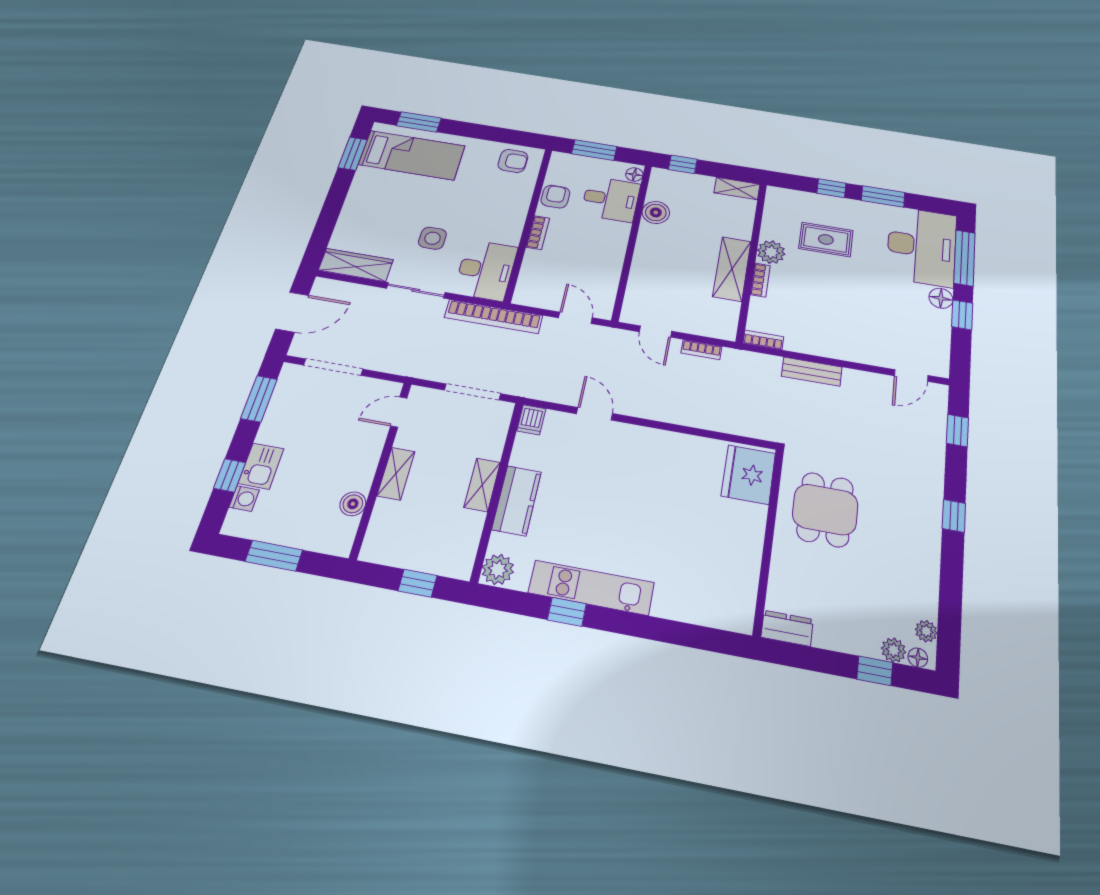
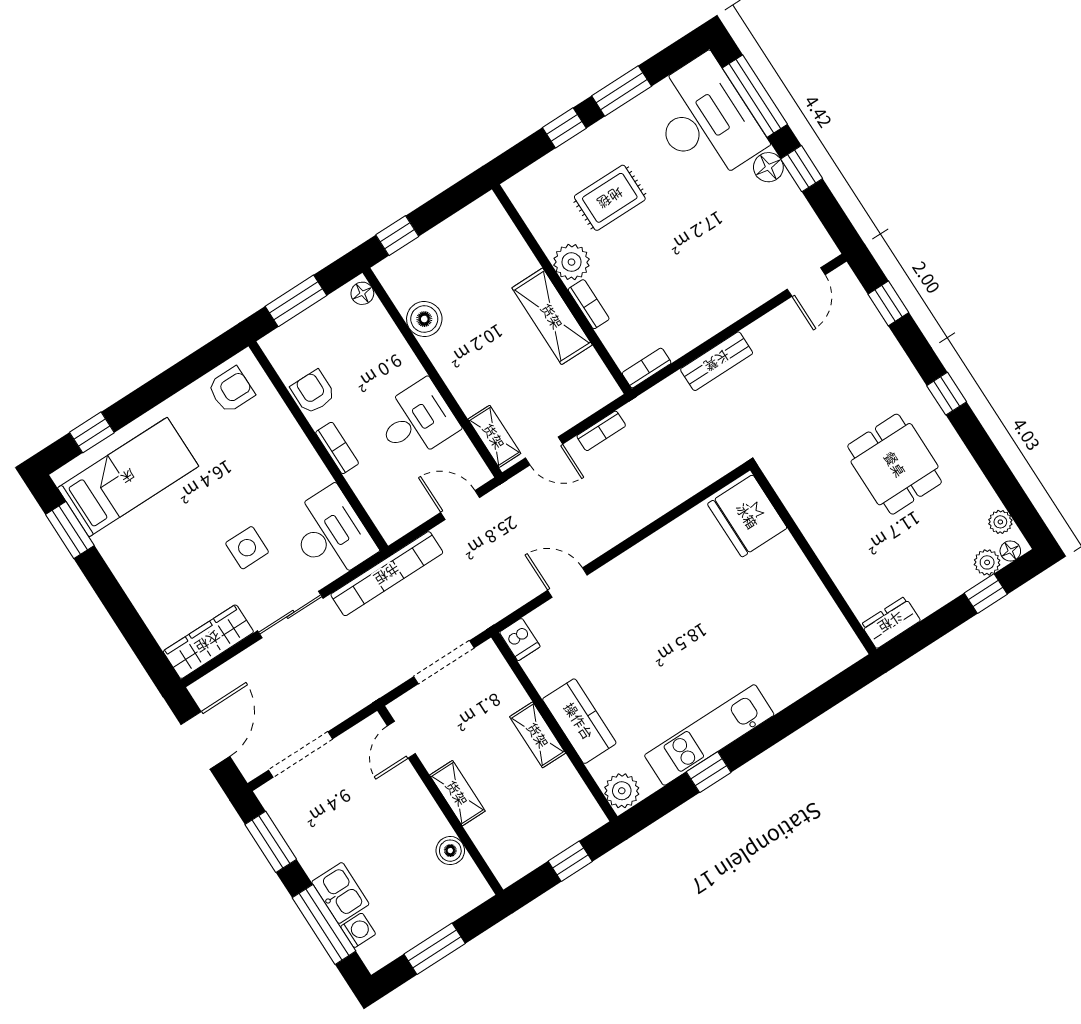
window: (419, 122) -> (92, 432), width x0.67
shelving: (737, 188) -> (494, 436), moved, turned 90
desk: (611, 199) -> (417, 420), moved
window: (230, 475) -> (324, 924), width x2.17
dining table: (825, 509) -> (895, 464), moved

